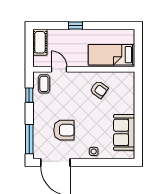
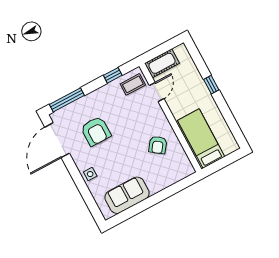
cot: (40, 42) -> (162, 63), moved

